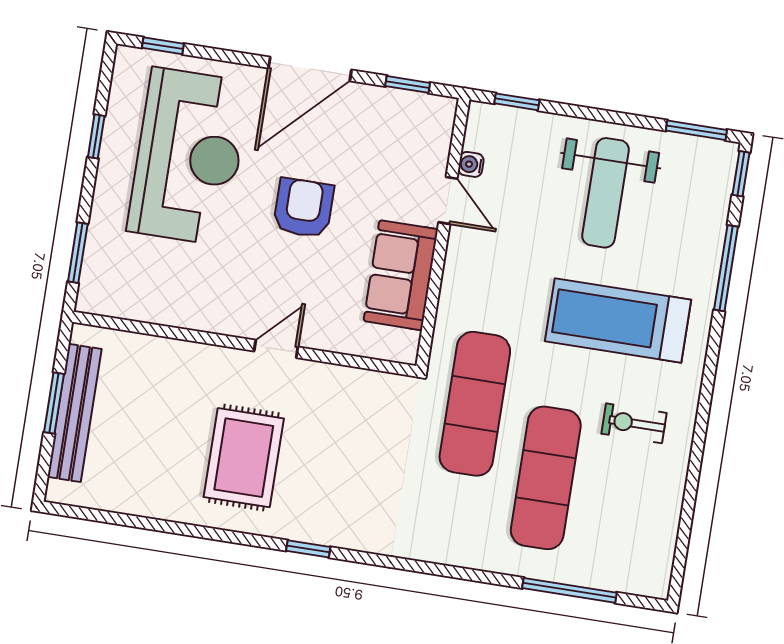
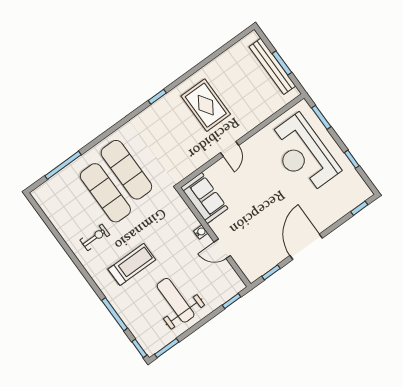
reception desk: (189, 157) -> (303, 154), moved
water cooler: (471, 164) -> (201, 232), moved
armchair: (303, 208) -> (265, 201), removed
sofa: (401, 275) -> (204, 198), moved
treadmill: (618, 320) -> (132, 264), width x0.73, depth x0.73
exercise mat: (475, 404) -> (126, 170), moved

